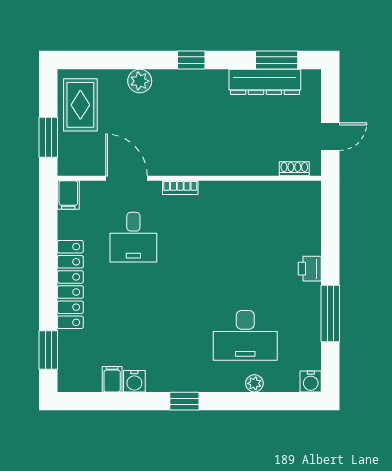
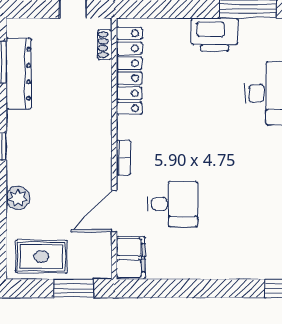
filing cabinet: (68, 195) -> (131, 258), width x2.00
printer: (310, 269) -> (215, 35), width x1.87, depth x1.48
locker: (70, 284) -> (129, 71), moved, turned 90

